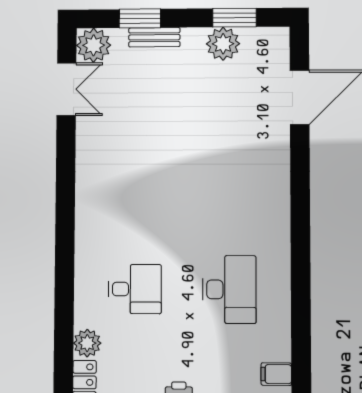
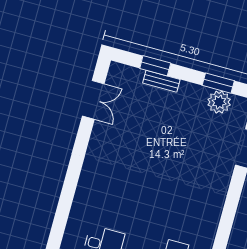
plant: (223, 44) -> (219, 102), moved
plant: (94, 45) -> (119, 75), removed

